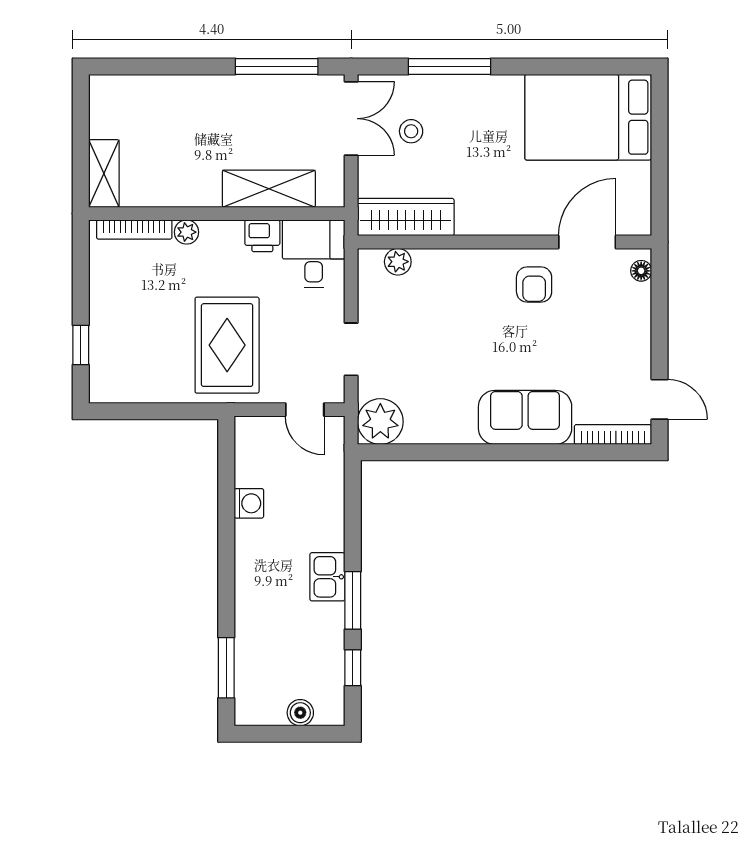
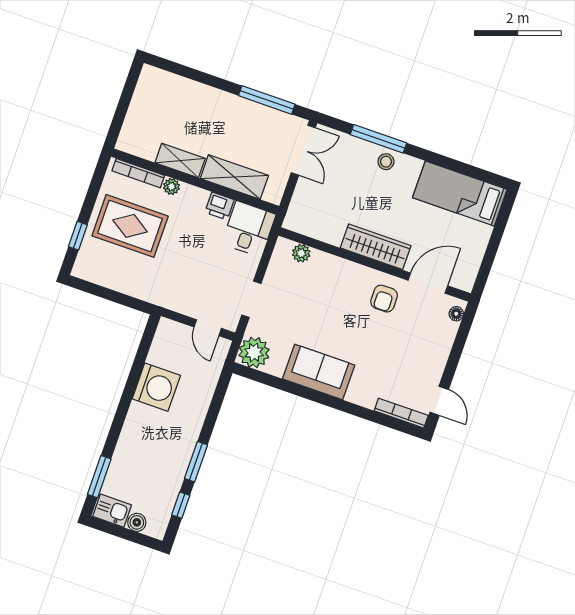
bed: (588, 117) -> (460, 193), width x0.67
stool: (411, 131) -> (386, 162), moved
shelving: (104, 173) -> (180, 161), moved, turned 90
wardrobe: (406, 217) -> (376, 247), moved
rug: (227, 345) -> (130, 226), moved, turned 90
sofa: (525, 417) -> (319, 372), moved
washing machine: (249, 503) -> (156, 387), width x1.89, depth x1.89
kitchen sink: (327, 577) -> (112, 511), moved, turned 90

